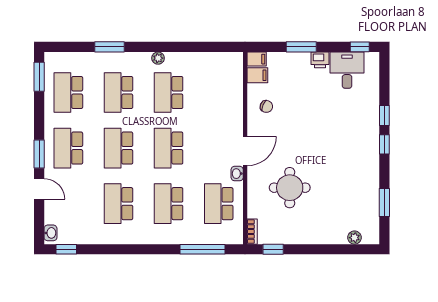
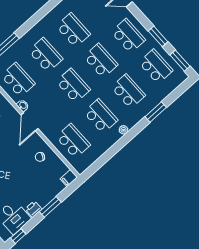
filing cabinet: (257, 75) -> (60, 170), removed
school desk: (219, 92) -> (73, 141), added
window: (39, 154) -> (158, 36), moved

